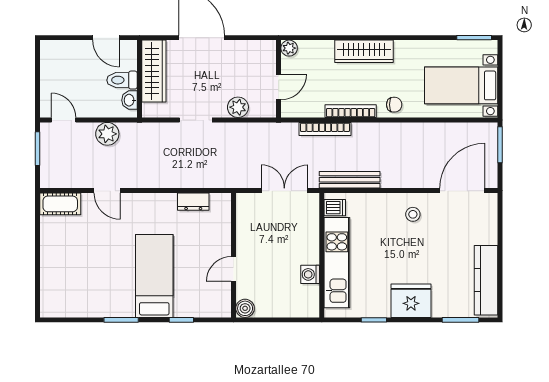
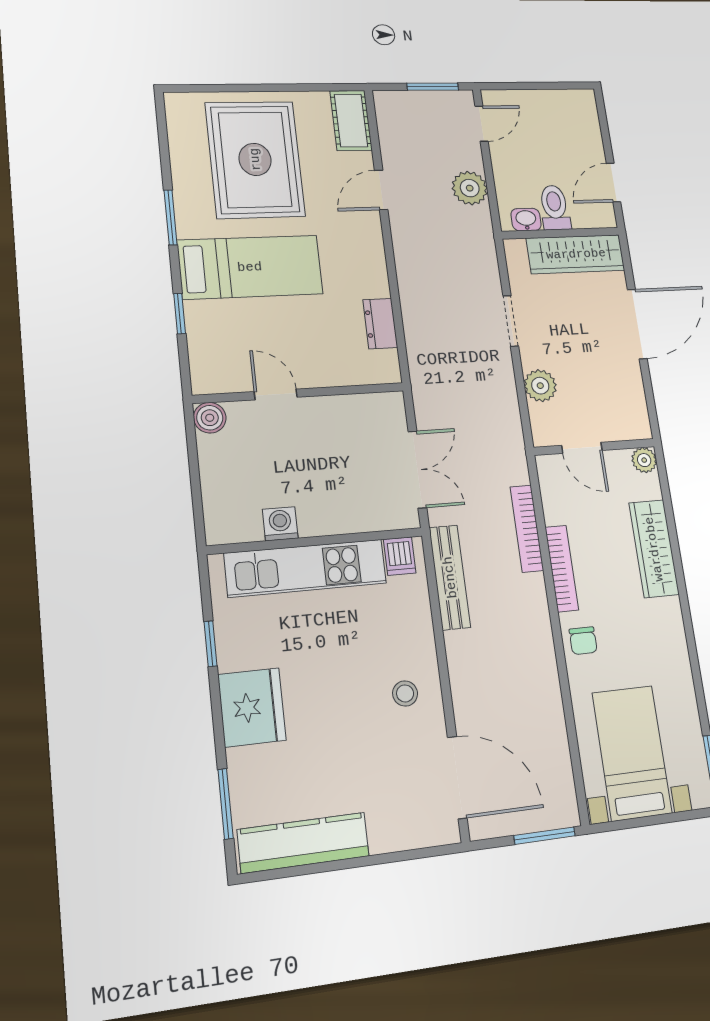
wardrobe: (364, 51) -> (654, 549), moved
rug: (85, 266) -> (255, 159), added

